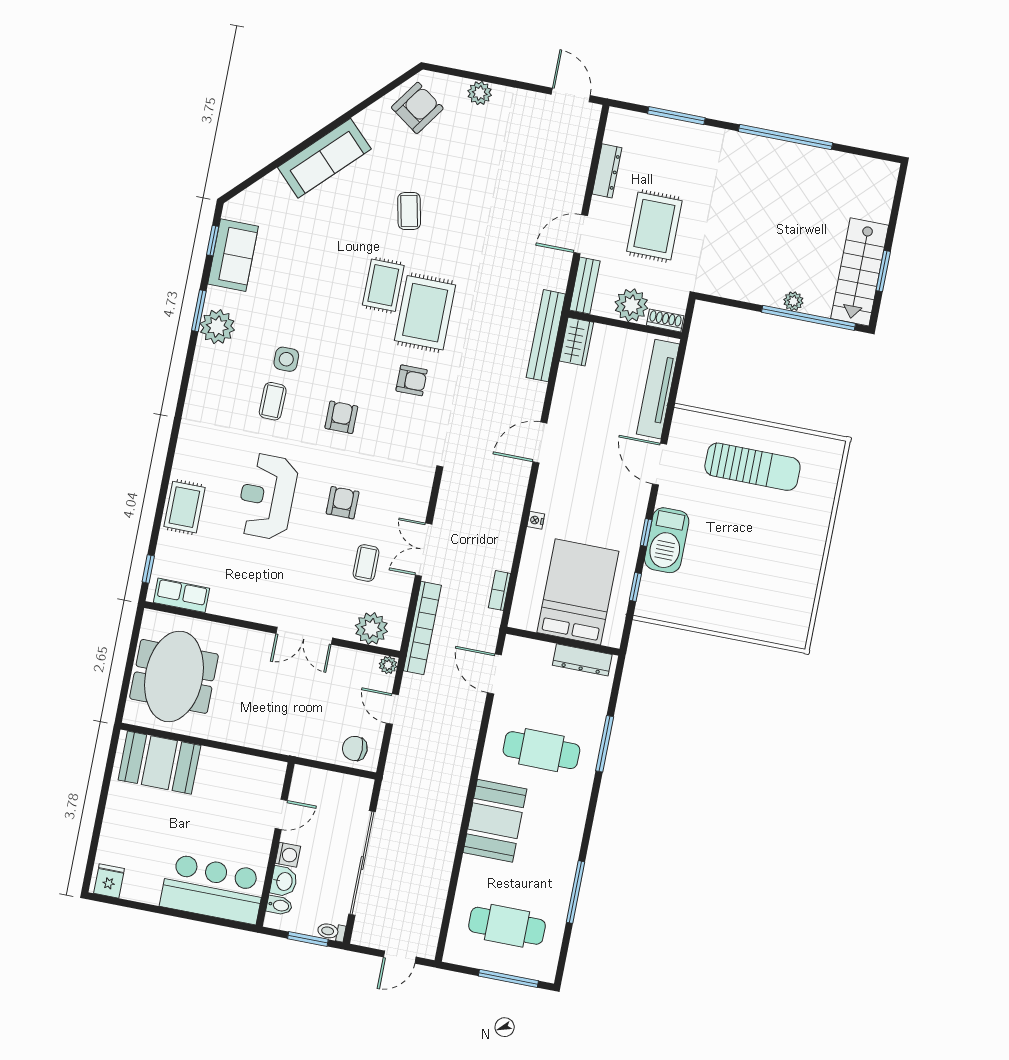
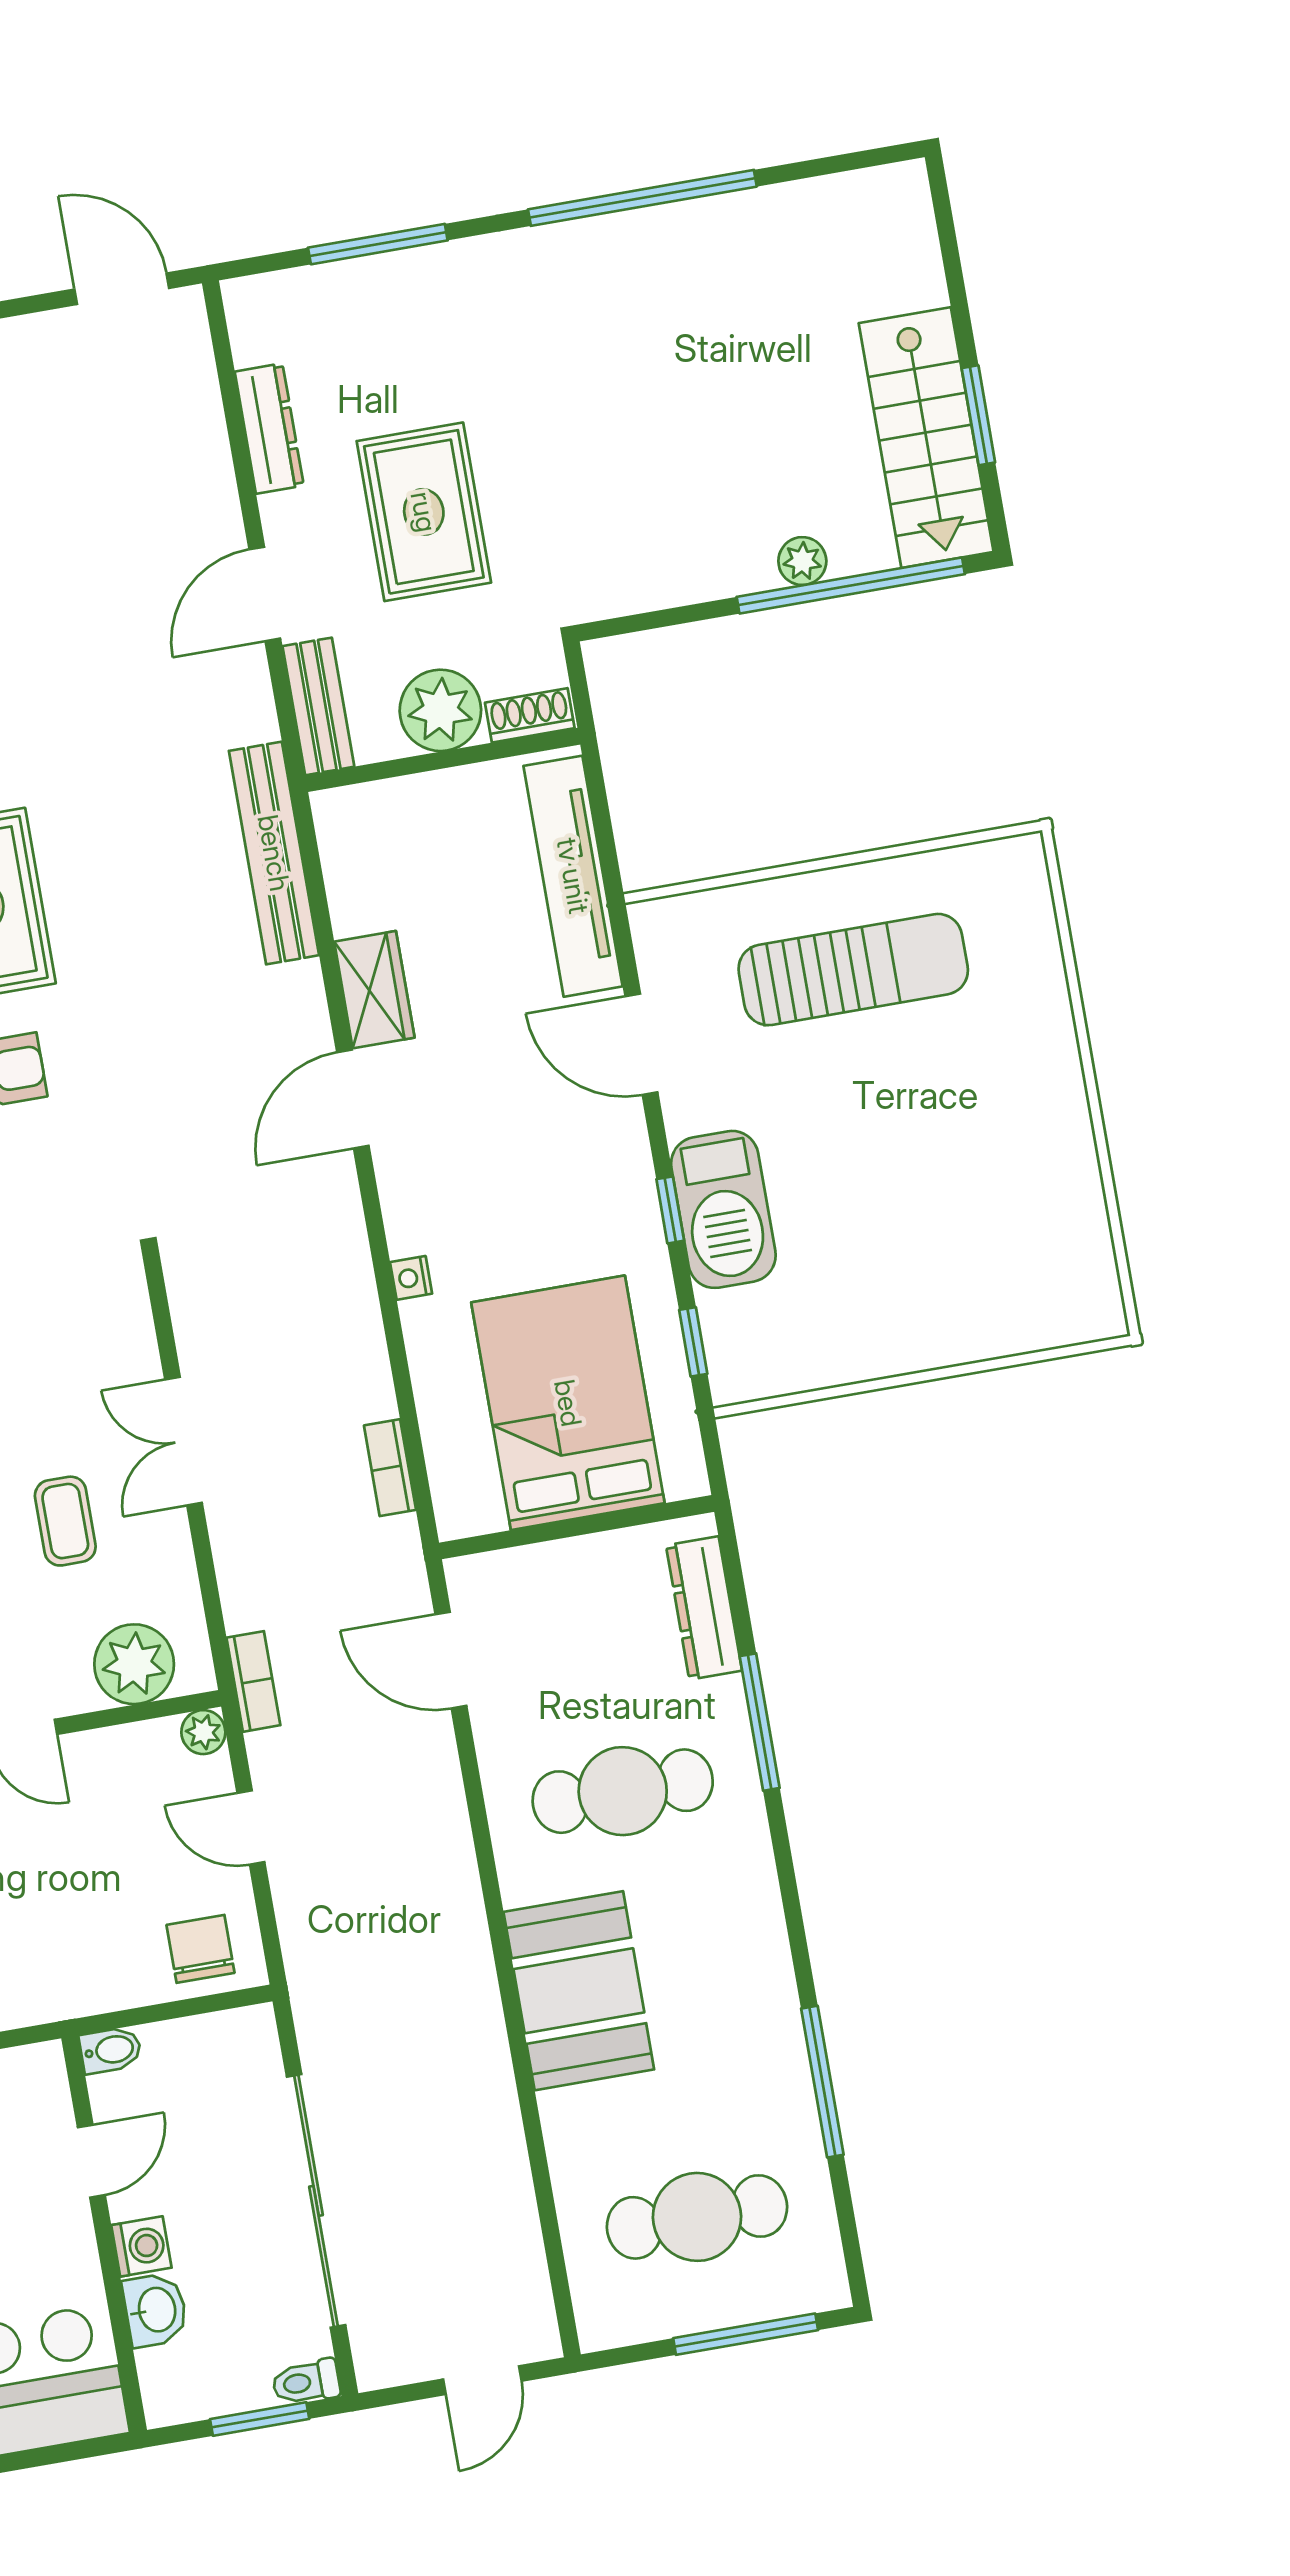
wardrobe: (576, 342) -> (374, 990), moved
bookcase: (422, 628) -> (253, 1681), width x0.43, depth x0.76
dresser: (582, 660) -> (704, 1608), moved, turned 90
chair: (355, 748) -> (201, 1949), turned 90
bidet: (279, 905) -> (111, 2050), moved

